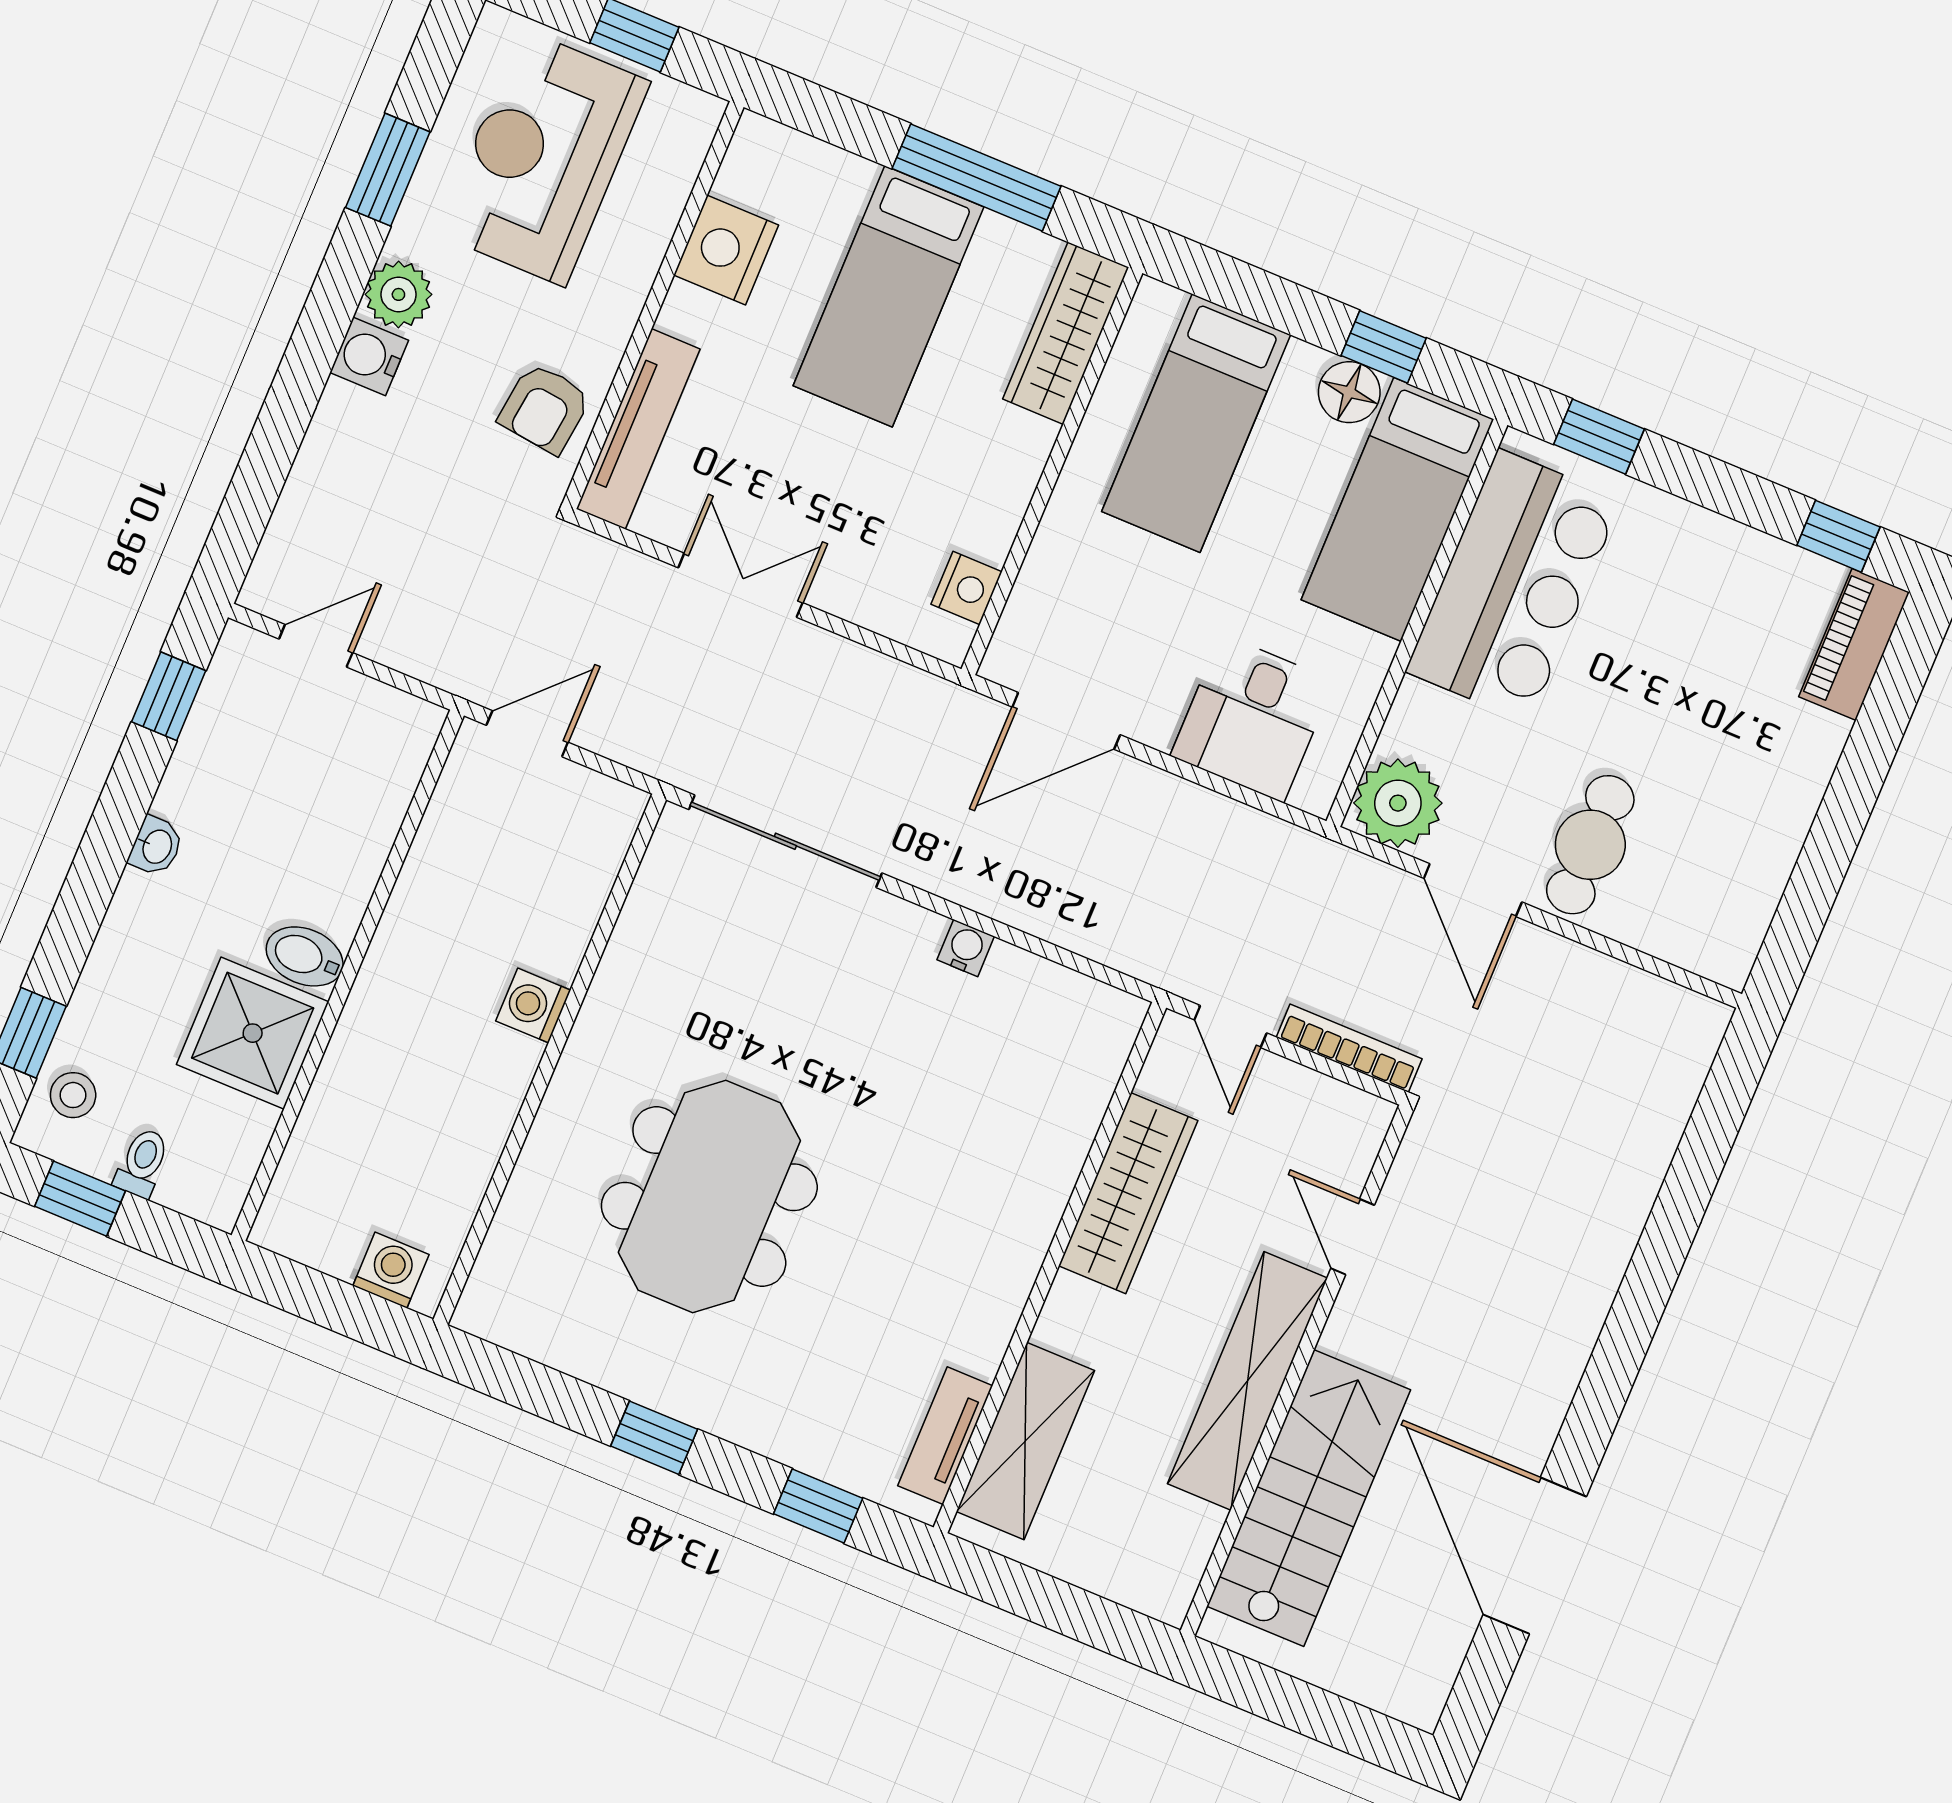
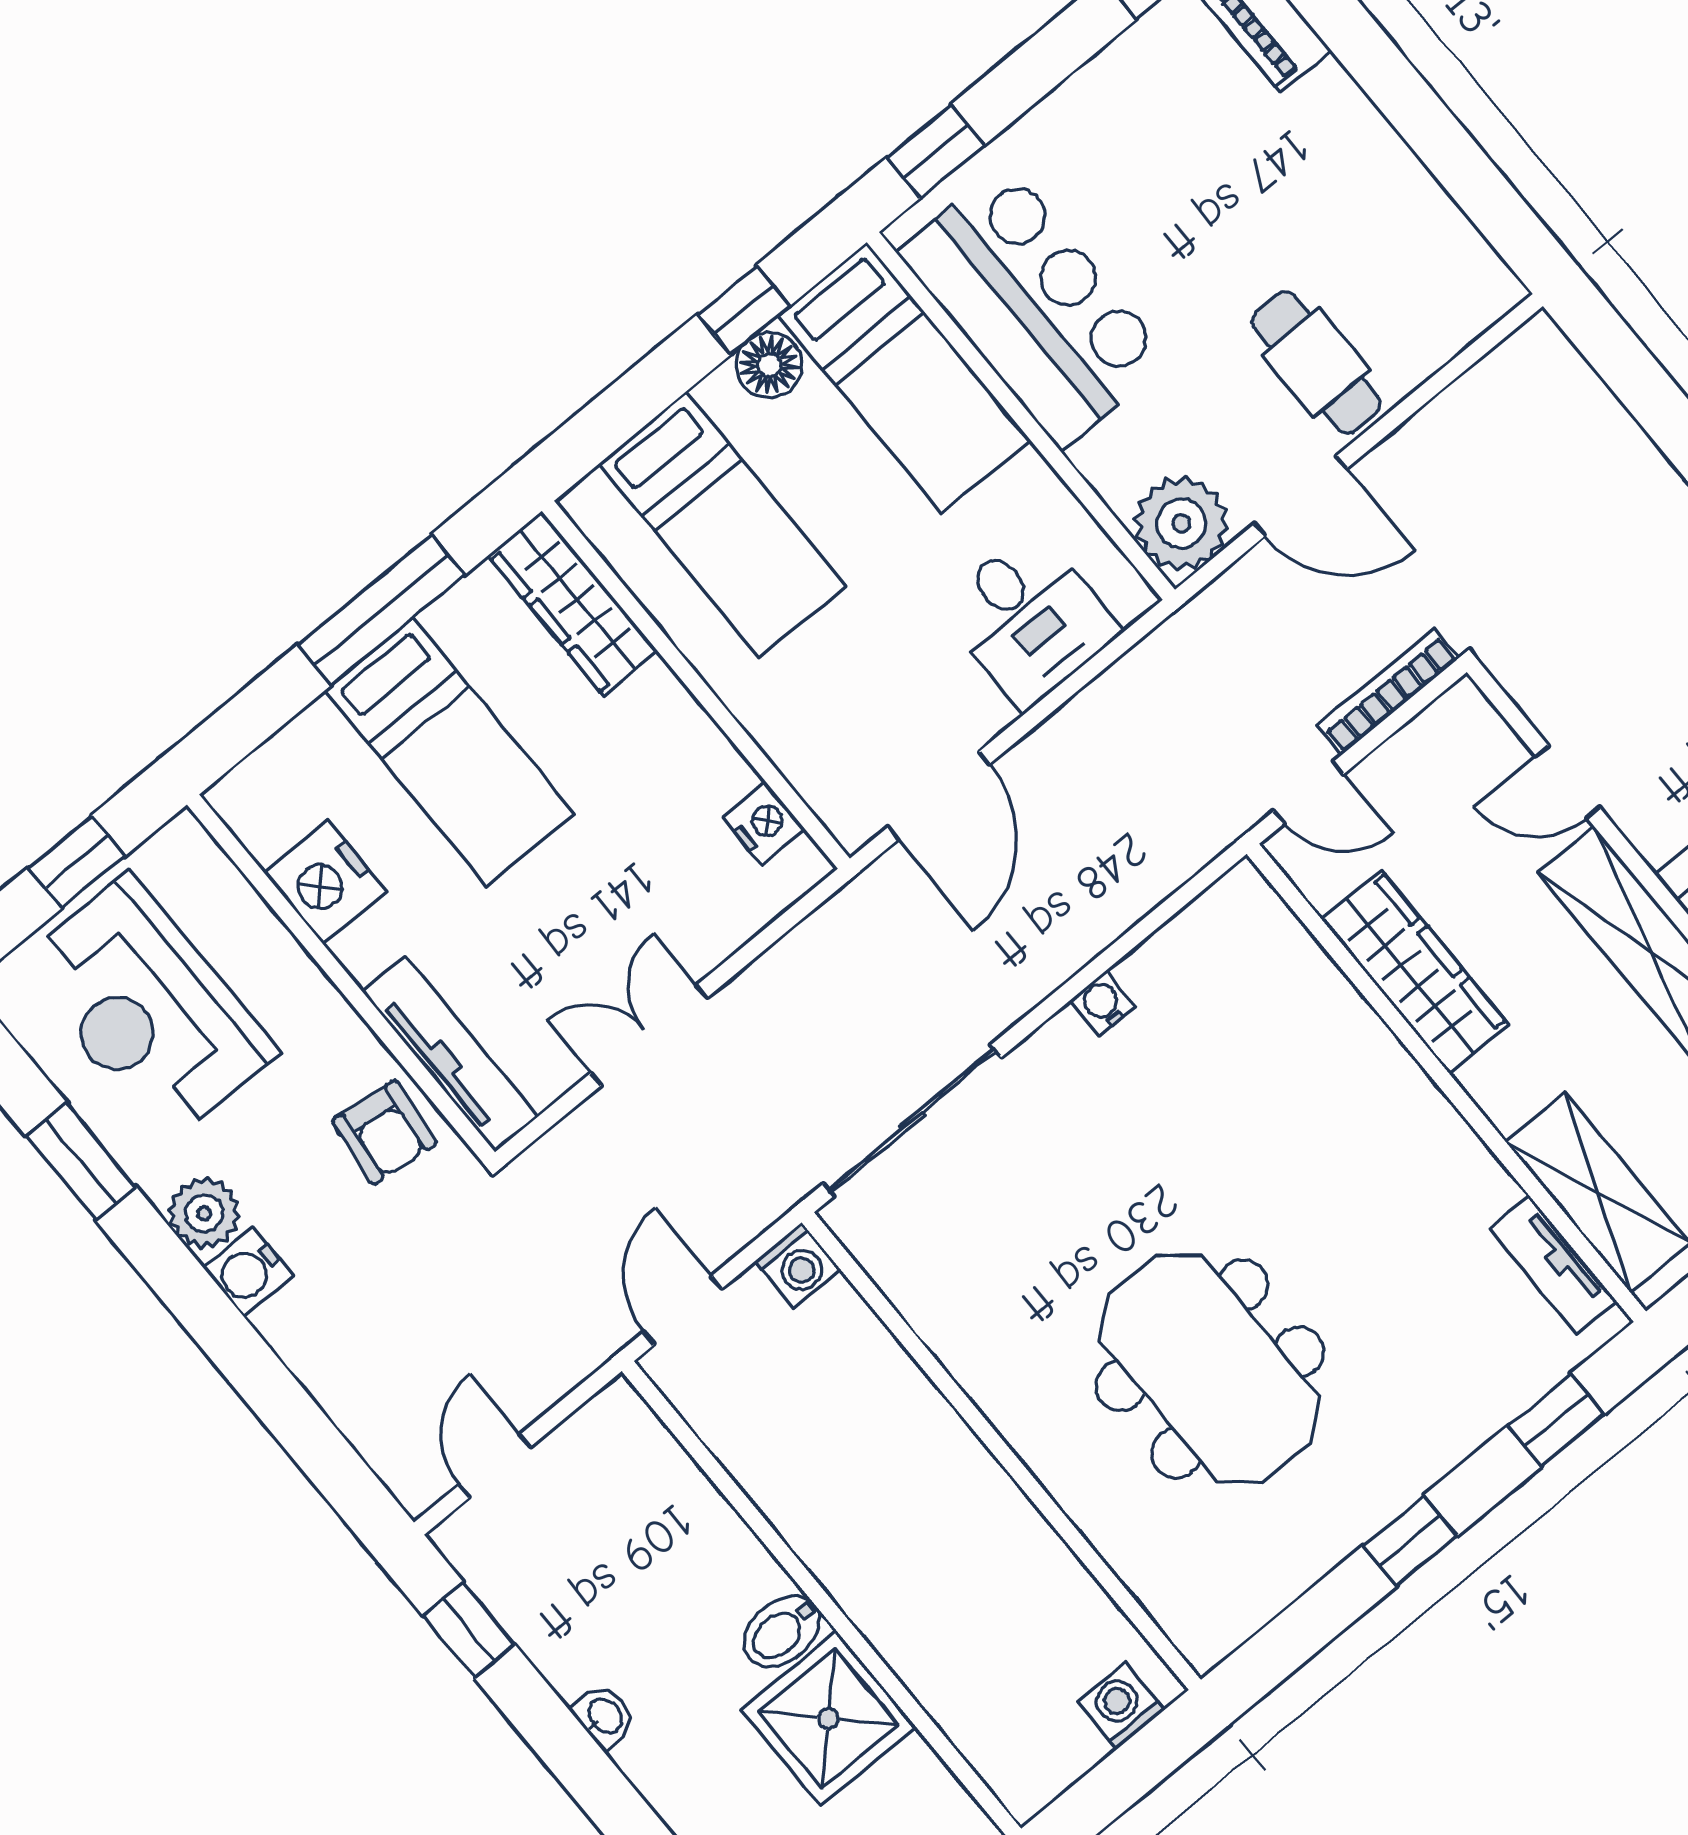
washing machine: (533, 1006) -> (798, 1265), moved, turned -90

